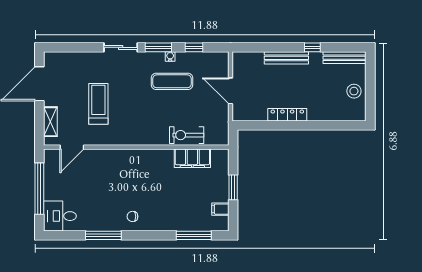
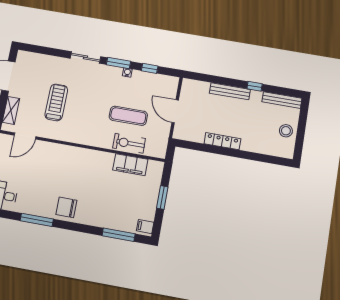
exercise mat: (172, 81) -> (128, 116), moved
filing cabinet: (220, 209) -> (145, 227), moved
chair: (132, 216) -> (66, 207), width x1.87, depth x1.87

